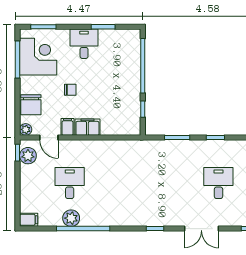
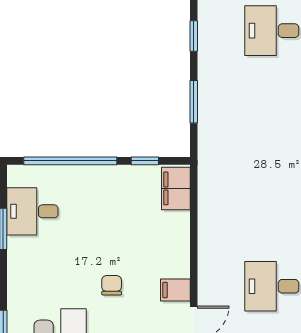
desk: (84, 44) -> (32, 211), moved
filing cabinet: (87, 127) -> (176, 188), moved

